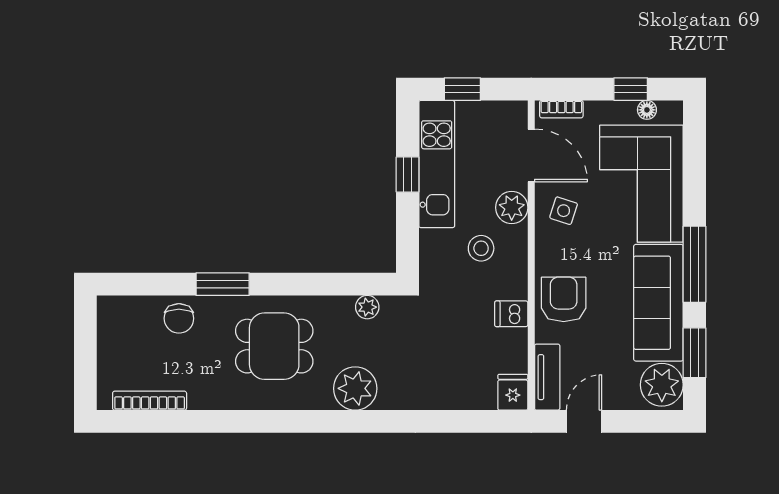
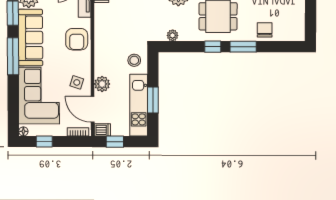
window: (462, 89) -> (115, 142), moved
floor lamp: (647, 110) -> (23, 131), moved
window: (407, 174) -> (153, 100), width x1.50
stool: (481, 248) -> (134, 60), moved
window: (285, 284) -> (213, 47), added
dishwasher: (511, 314) -> (102, 130), moved

